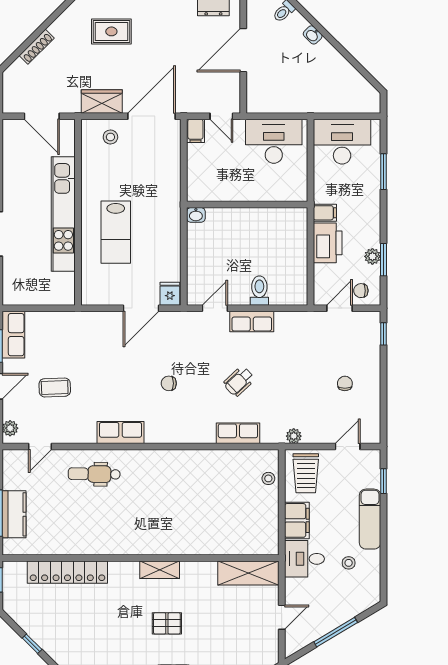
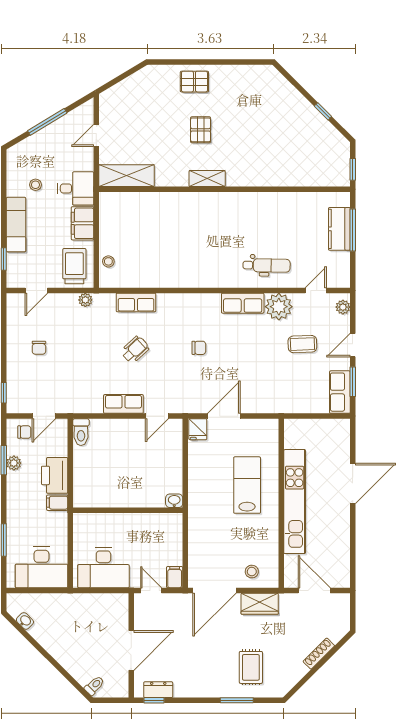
rug: (111, 31) -> (251, 667), turned 90
washbasin: (313, 35) -> (25, 621), moved
toilet: (259, 291) -> (81, 432), moved
plant: (81, 429) -> (279, 307), added
locker: (67, 572) -> (291, 176), removed
pallet: (167, 623) -> (201, 130), turned 90

